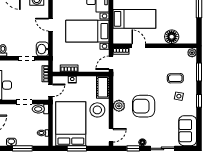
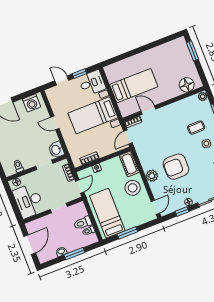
floor lamp: (172, 37) -> (187, 85), moved
toilet: (40, 109) -> (83, 223), moved
bed: (71, 124) -> (107, 213), width x0.67

